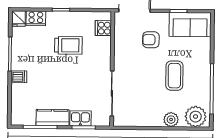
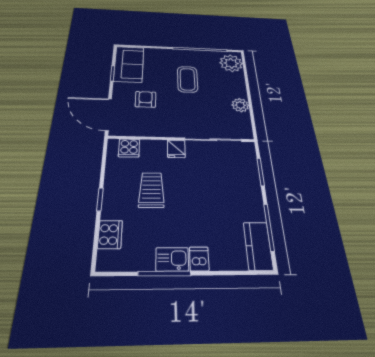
fridge: (19, 19) -> (176, 149), moved, turned 90
armchair: (151, 40) -> (146, 99), turned 180
coffee table: (174, 76) -> (187, 79), turned 90
kitchen counter: (53, 118) -> (258, 246), moved
kitchen sink: (80, 118) -> (172, 259), moved, turned 90
plant: (171, 120) -> (240, 105), moved

